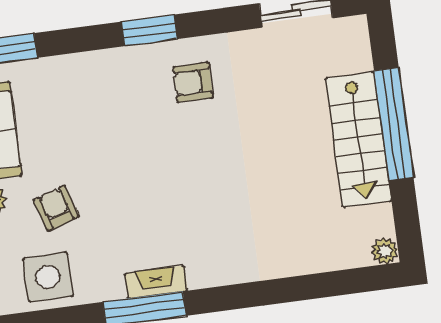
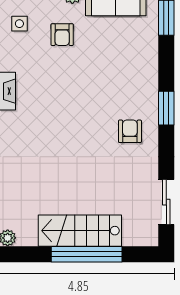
armchair: (56, 208) -> (62, 35), turned 108
side table: (48, 277) -> (19, 24), width x0.54, depth x0.54

